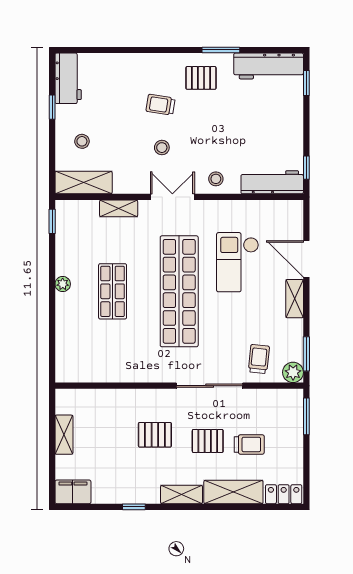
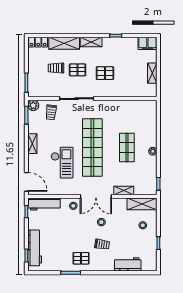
workbench: (269, 66) -> (35, 248), moved, turned 90
workbench: (68, 78) -> (128, 264), moved, turned 90
double door: (172, 197) -> (96, 196), width x1.37
door: (306, 259) -> (26, 182), moved

